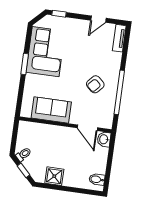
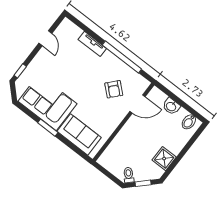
tv unit: (119, 38) -> (92, 44), moved
armchair: (95, 84) -> (114, 89), moved
sofa: (51, 110) -> (79, 134), moved, turned 90
washbasin: (104, 139) -> (171, 106), moved

